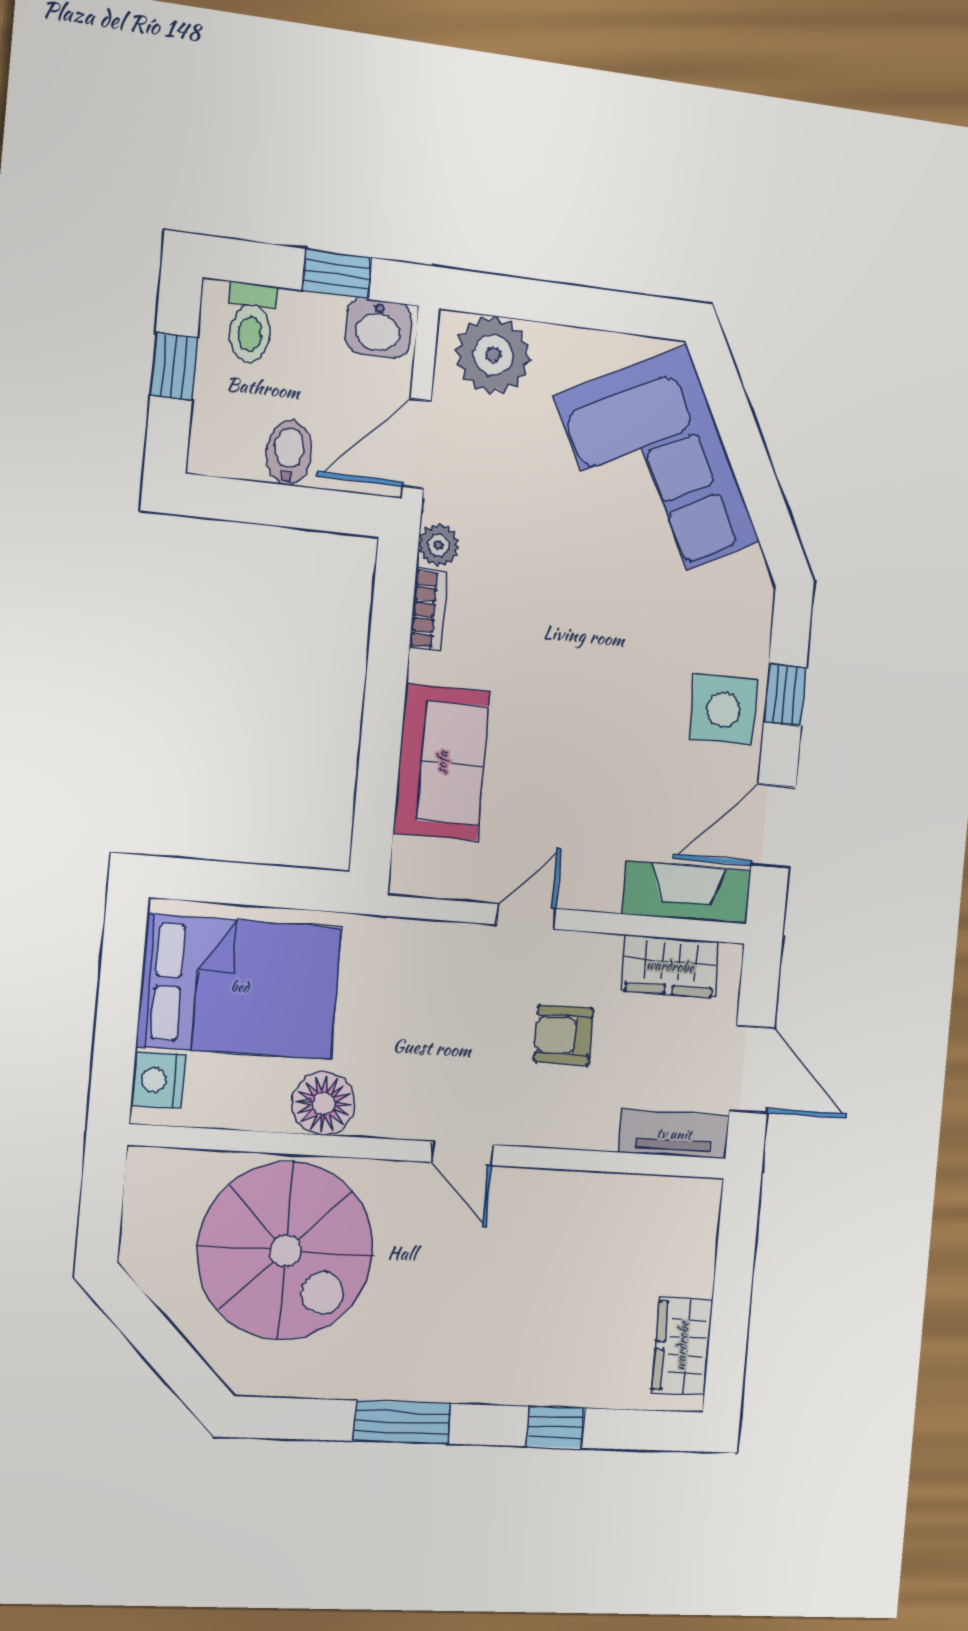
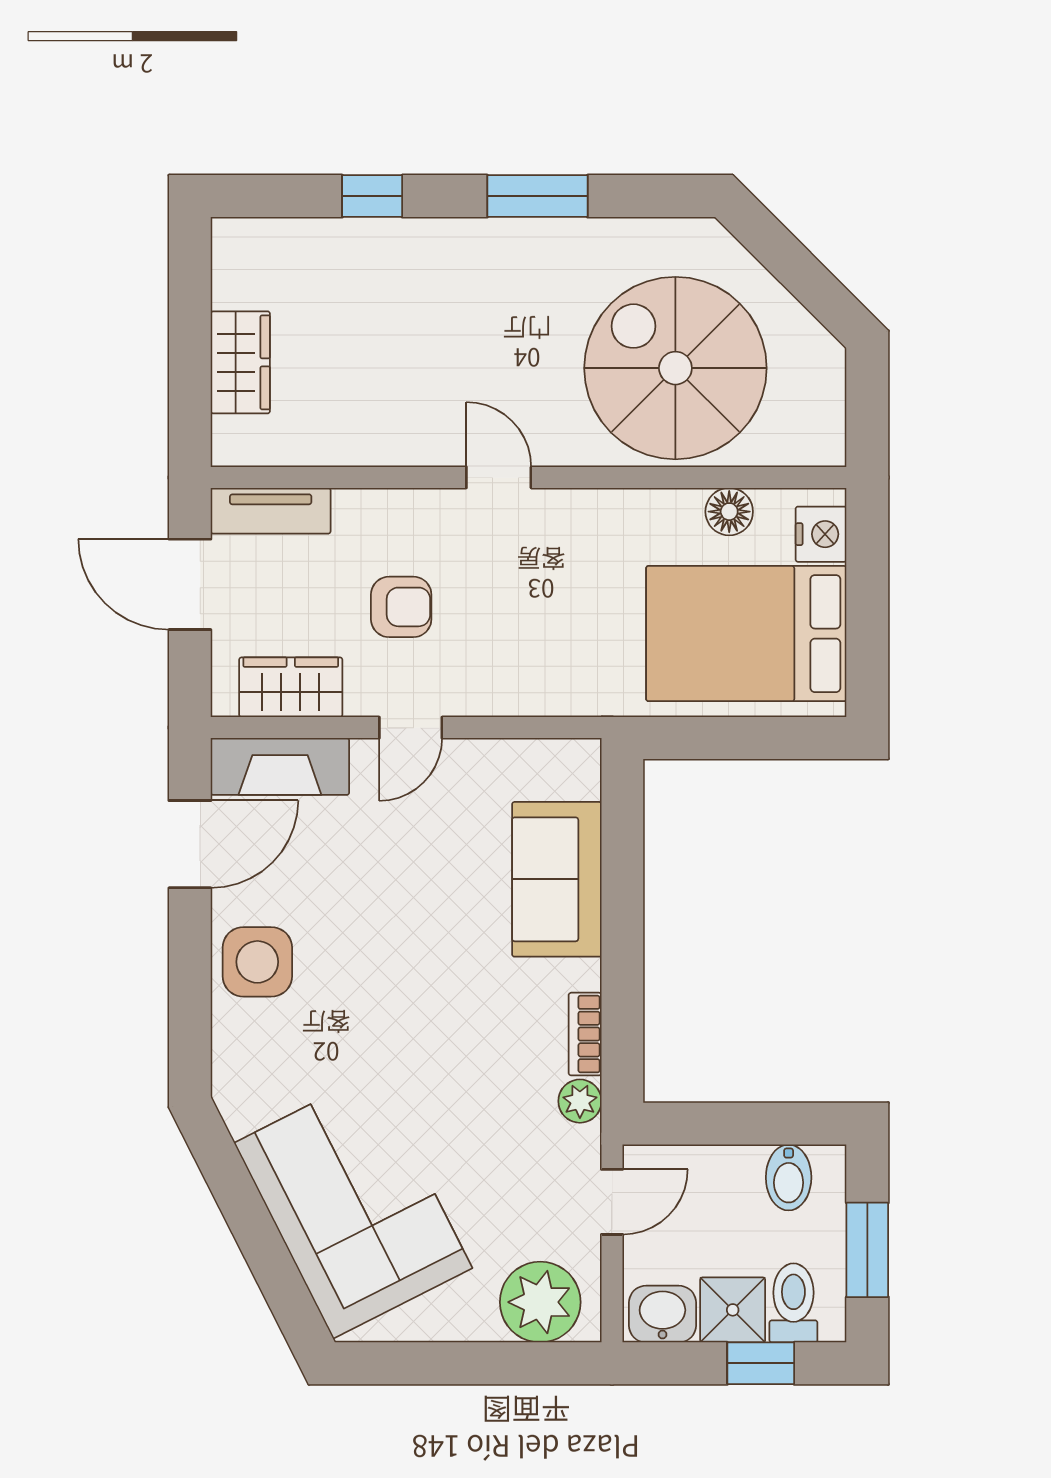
window: (337, 274) -> (761, 1363), moved
shower: (311, 324) -> (733, 1310), added
window: (174, 366) -> (867, 1250), width x1.50
door: (417, 444) -> (612, 1202), width x0.73
bidet: (289, 453) -> (789, 1177), moved
window: (785, 695) -> (190, 984), removed
door: (526, 917) -> (411, 728), moved
floor lamp: (324, 1103) -> (729, 512), moved, width x0.73, depth x0.73
wardrobe: (682, 1346) -> (240, 362), moved

